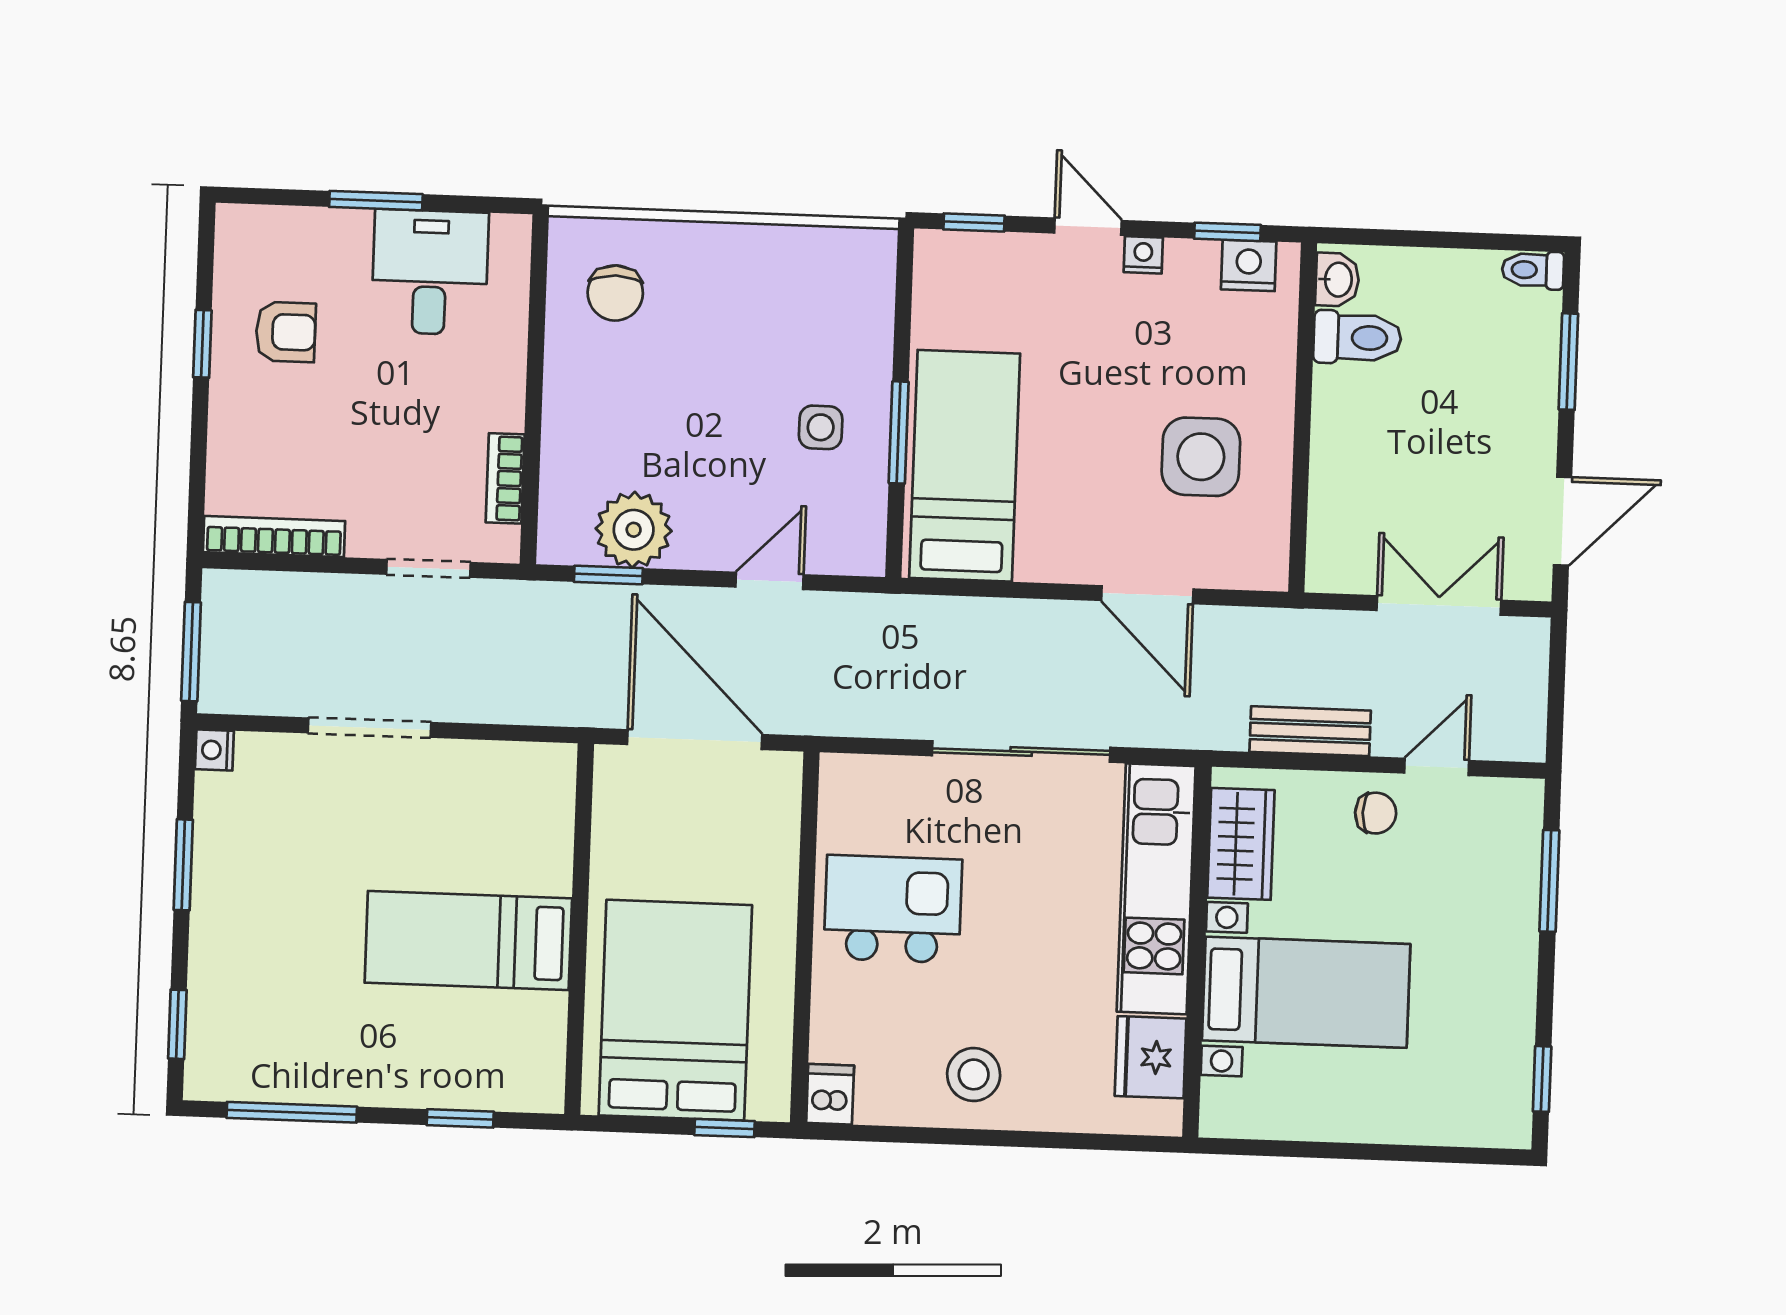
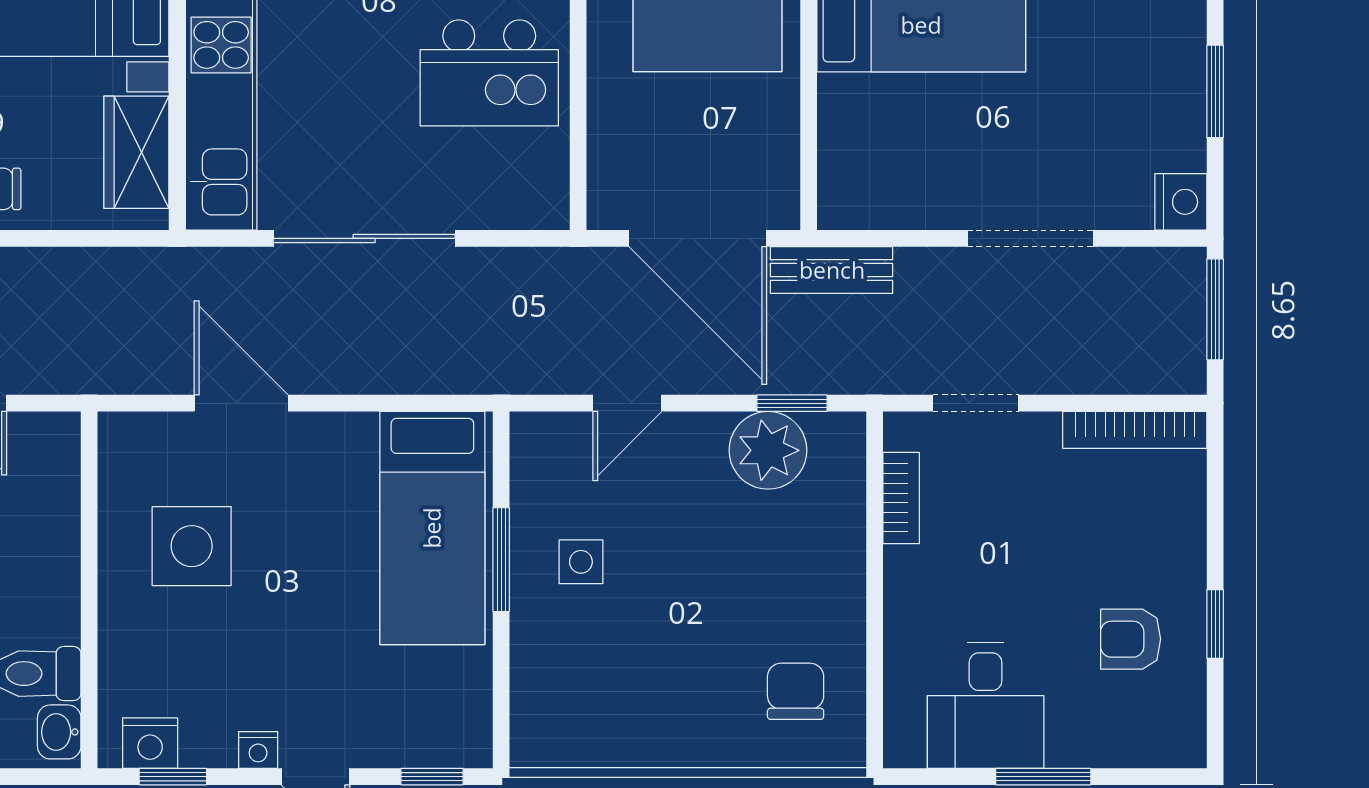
bench: (1310, 731) -> (832, 270), moved
nightstand: (214, 750) -> (1181, 202), width x1.39, depth x1.35

